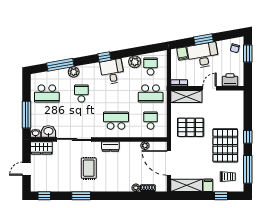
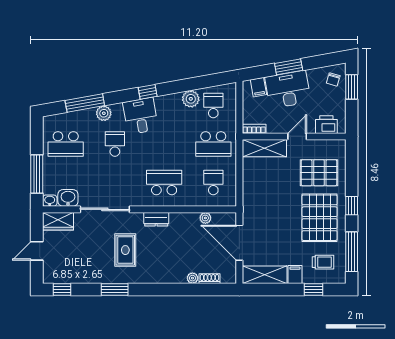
desk: (112, 72) -> (140, 116), moved
pallet: (191, 127) -> (319, 173), moved

